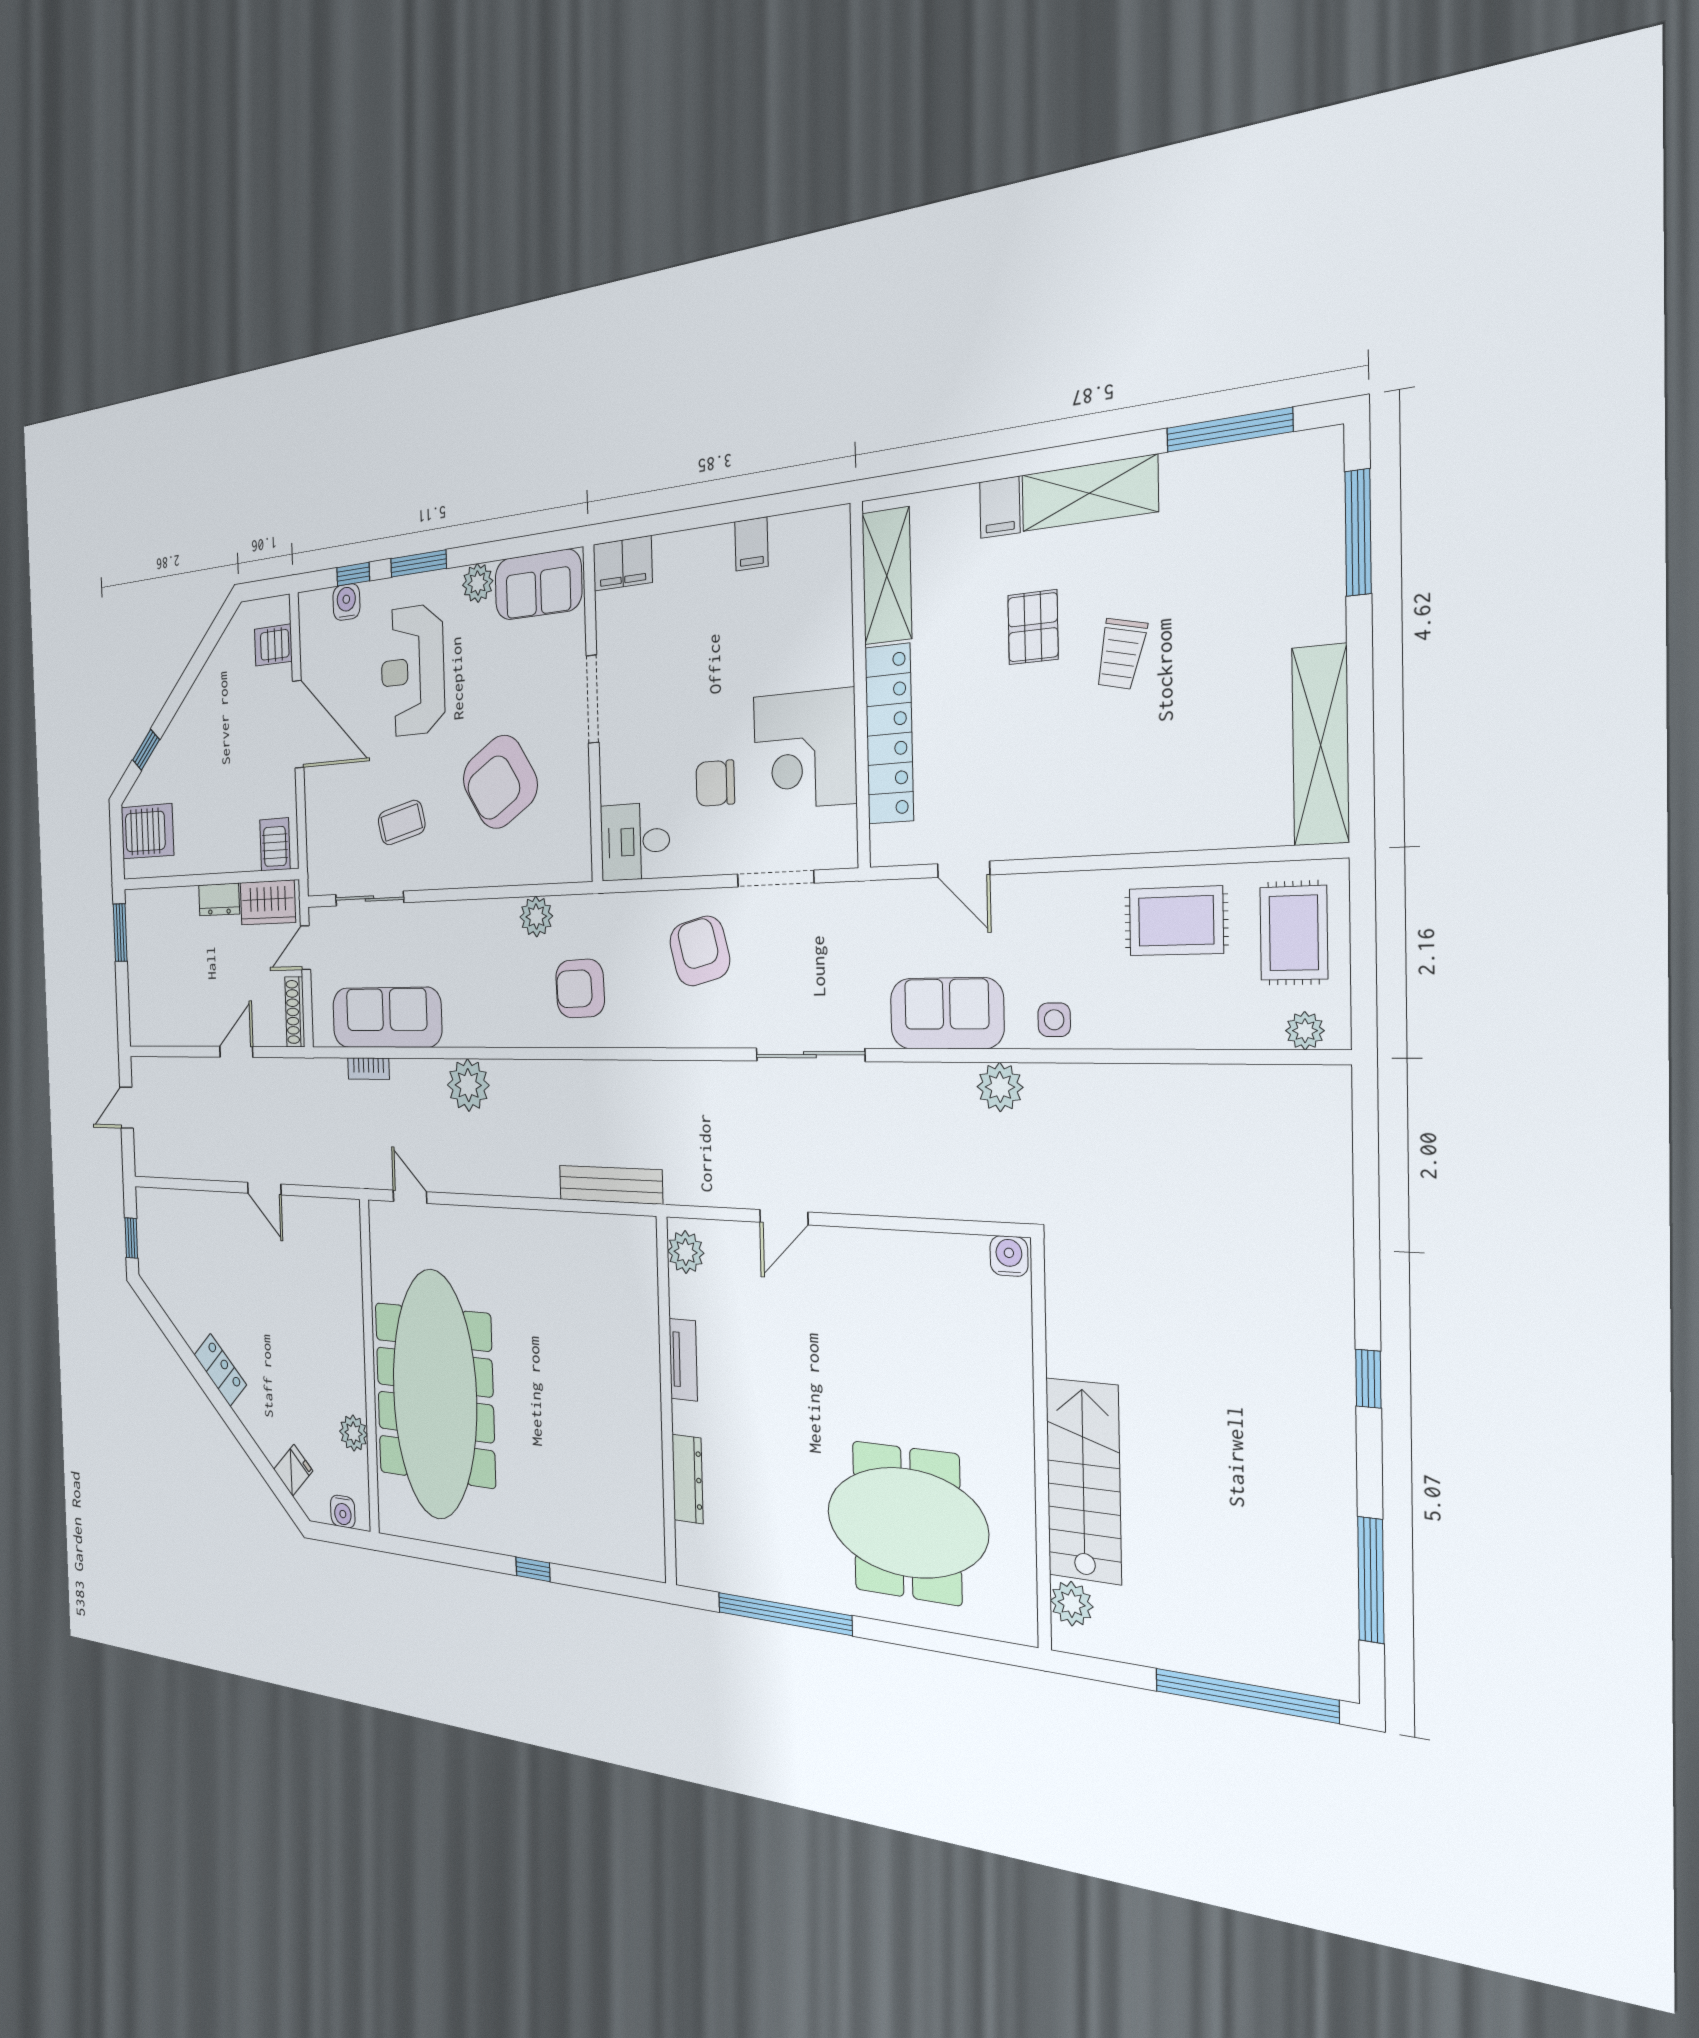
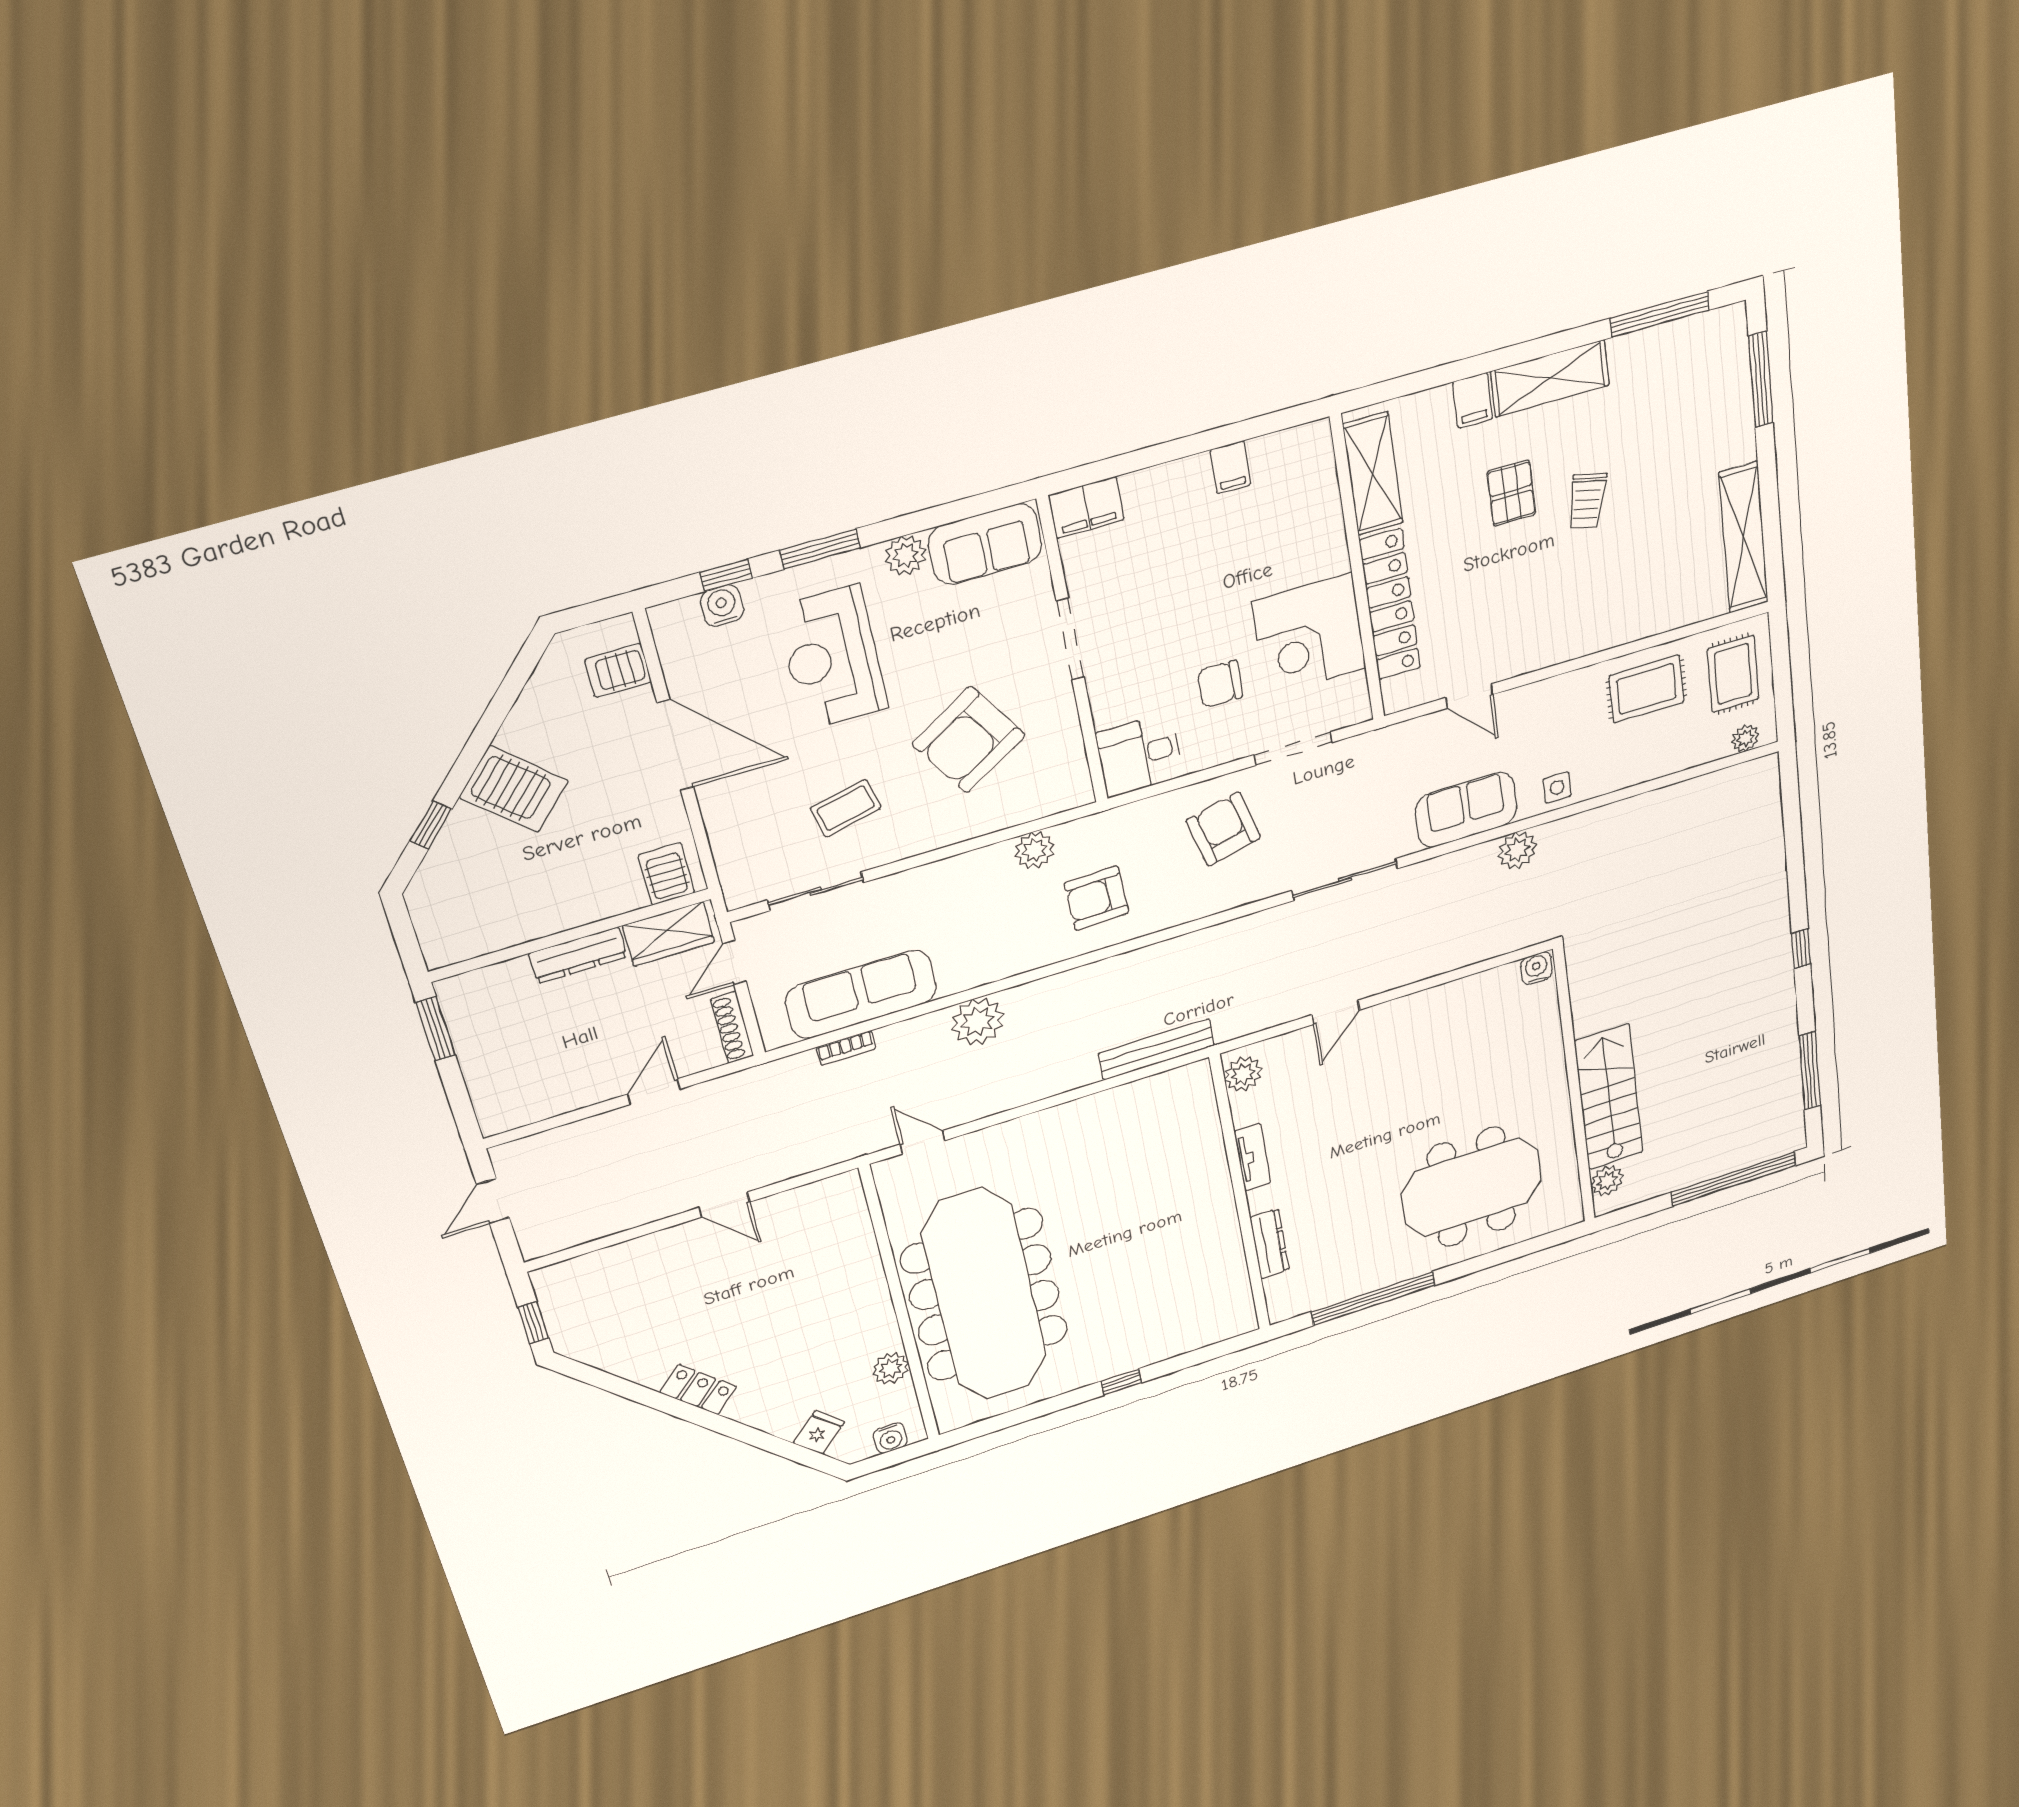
server rack: (147, 831) -> (514, 789), moved, turned 44
dresser: (219, 899) -> (578, 955), width x1.44

